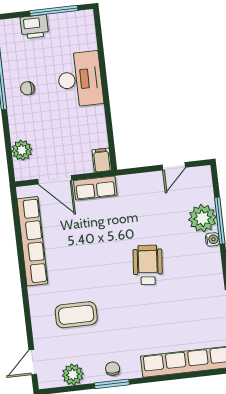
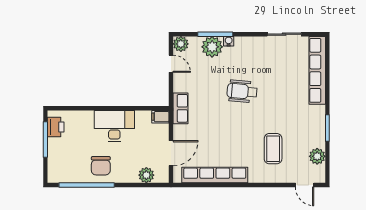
printer: (34, 27) -> (56, 127), moved
desk: (80, 79) -> (114, 126), moved
chair: (27, 88) -> (101, 166), width x1.87, depth x1.87
plant: (202, 176) -> (181, 44), added
row of seats: (95, 188) -> (181, 108), moved
chair: (113, 369) -> (316, 126), removed

